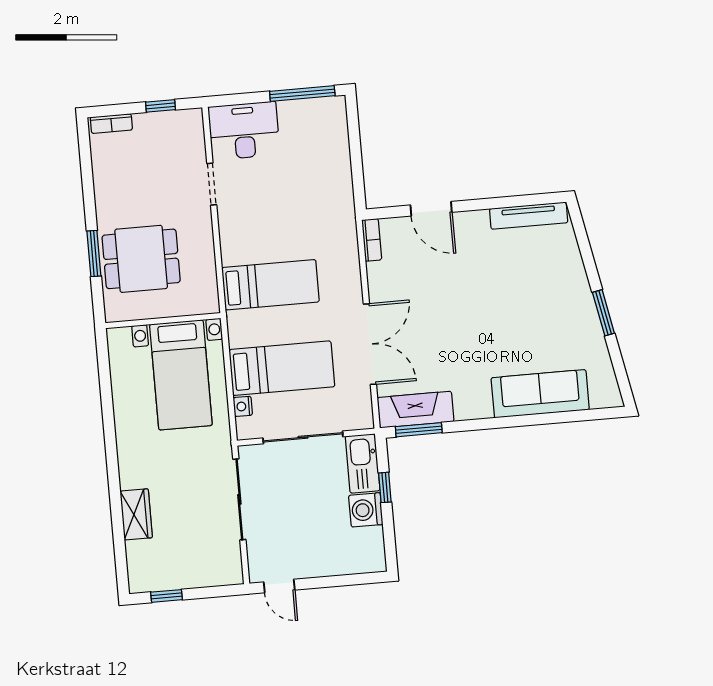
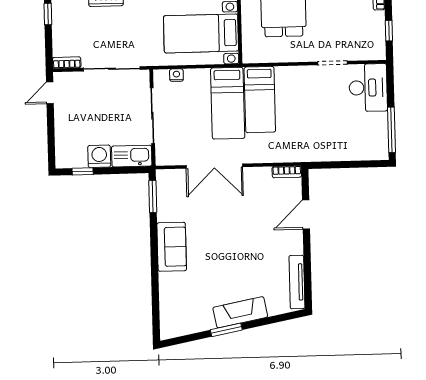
bed: (282, 368) -> (228, 103), moved
sofa: (540, 394) -> (172, 247), moved, width x0.73
fireplace: (416, 410) -> (240, 312), moved, turned -101
window: (385, 487) -> (83, 171), moved
bookcase: (234, 565) -> (67, 63), added

